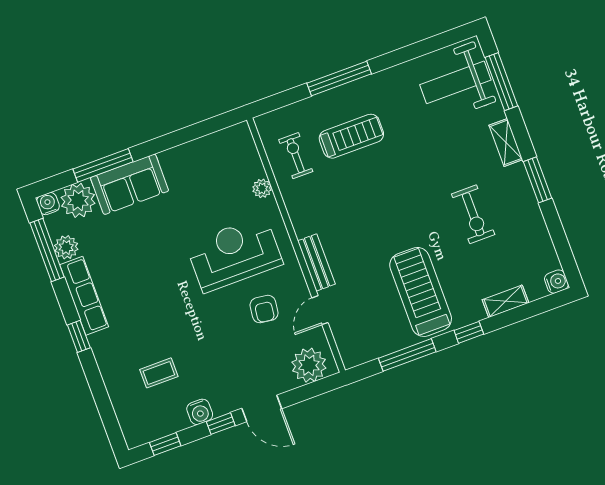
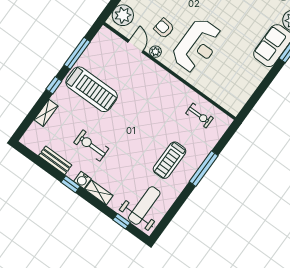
window: (501, 82) -> (121, 221), width x0.46
treadmill: (351, 136) -> (170, 160), moved
window: (538, 180) -> (71, 184), width x0.67
plant: (262, 188) -> (155, 52), moved
bench: (316, 262) -> (55, 160), moved
water cooler: (556, 282) -> (82, 180), moved

